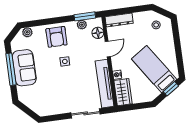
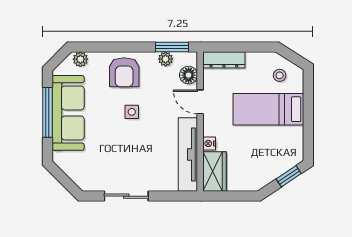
door: (108, 49) -> (200, 102), swing flipped
sofa: (24, 68) -> (68, 113), width x1.36
bed: (154, 69) -> (268, 109), moved, turned -56
sliding door: (86, 113) -> (126, 196), moved

